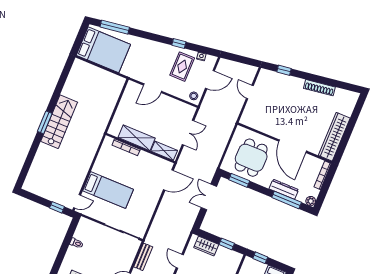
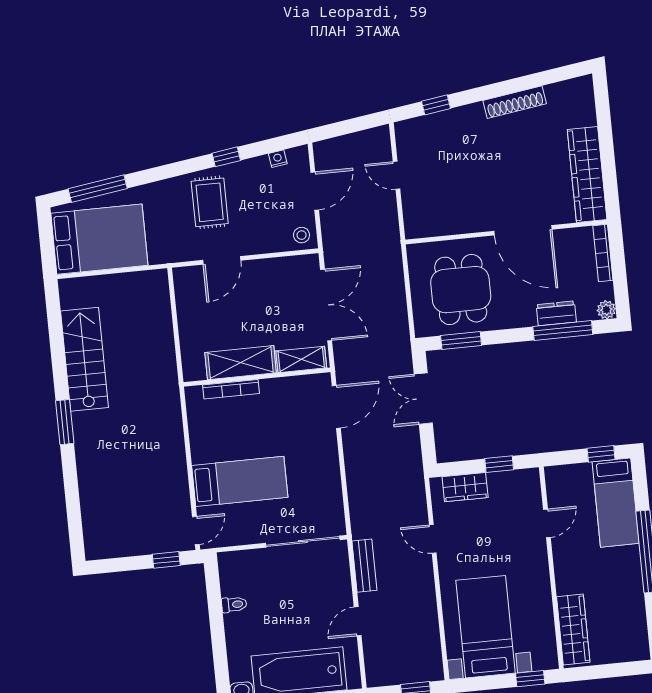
rug: (182, 67) -> (210, 202), moved
stairs: (59, 122) -> (84, 359), moved
double door: (188, 133) -> (326, 305), width x1.37
dresser: (284, 189) -> (556, 313), width x0.70
window: (260, 258) -> (601, 454), moved

